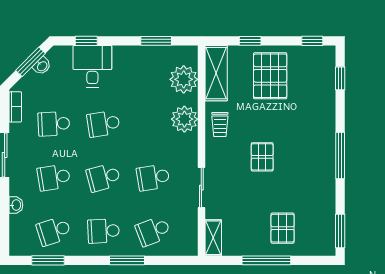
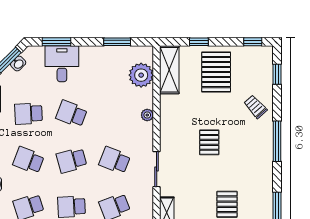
window: (86, 41) -> (57, 42), width x1.50
plant: (184, 119) -> (147, 115), width x0.53, depth x0.53
school desk: (103, 124) -> (72, 114), turned 30
trolley: (220, 125) -> (255, 107), moved, turned 138
school desk: (54, 177) -> (28, 160), turned 30
school desk: (153, 177) -> (115, 160), turned 30

